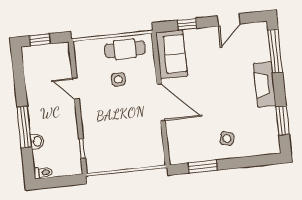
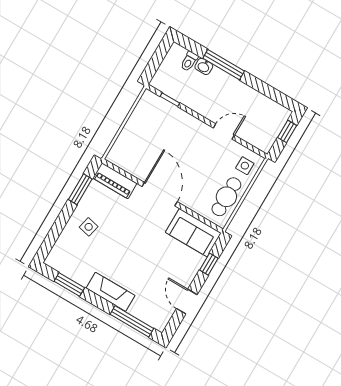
side table: (118, 79) -> (245, 166), moved
door: (161, 102) -> (160, 194), swing flipped
piano: (176, 145) -> (115, 181), added
toilet: (43, 173) -> (189, 61), moved

